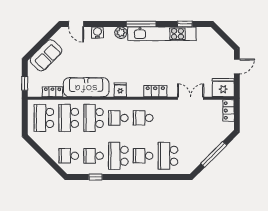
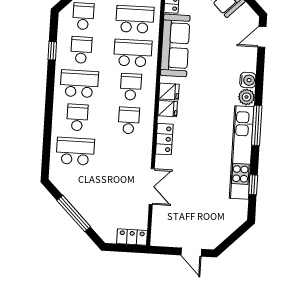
water cooler: (97, 32) -> (248, 80), moved
fridge: (223, 88) -> (168, 109), moved, width x0.53, depth x0.75

